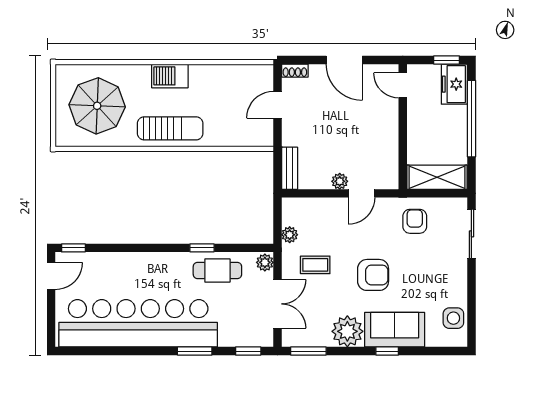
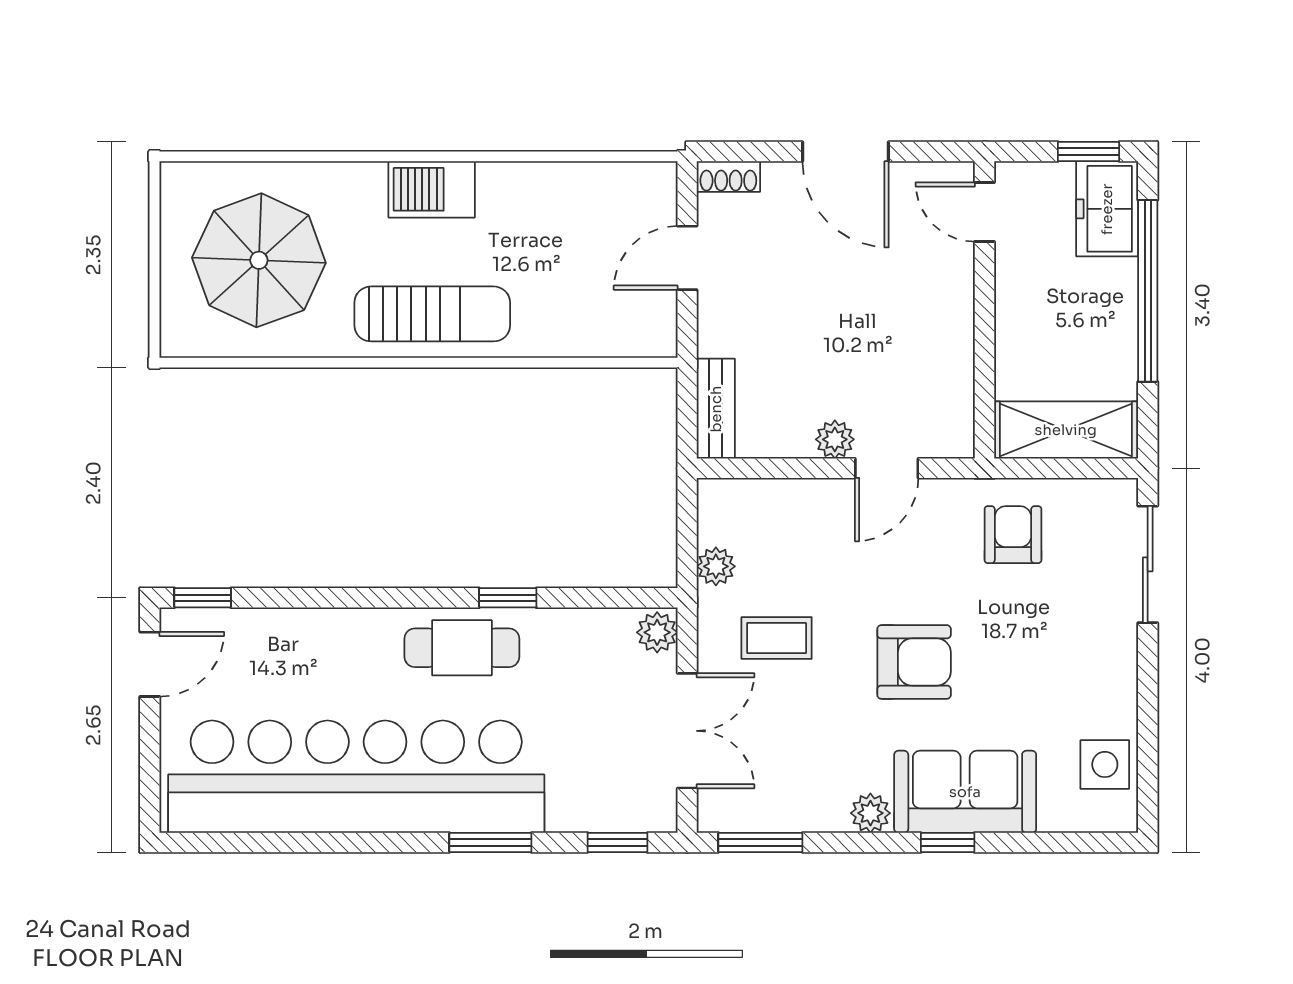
cafe table: (217, 270) -> (462, 648), moved
plant: (347, 331) -> (870, 813), width x0.53, depth x0.53

